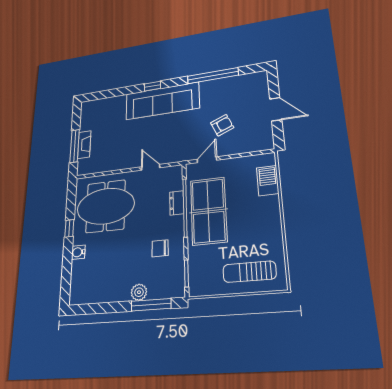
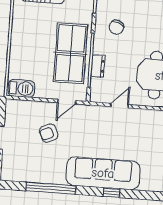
door: (151, 167) -> (120, 106), swing flipped
barbecue: (268, 181) -> (21, 88), moved, turned -90
chair: (160, 248) -> (116, 27), turned 112

